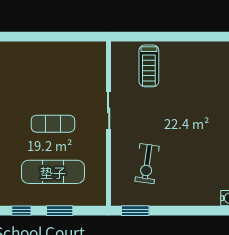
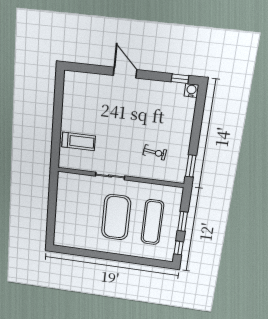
exercise mat: (53, 124) -> (116, 217), width x2.00, depth x1.45
exercise bike: (147, 164) -> (155, 152), width x0.73, depth x0.72

